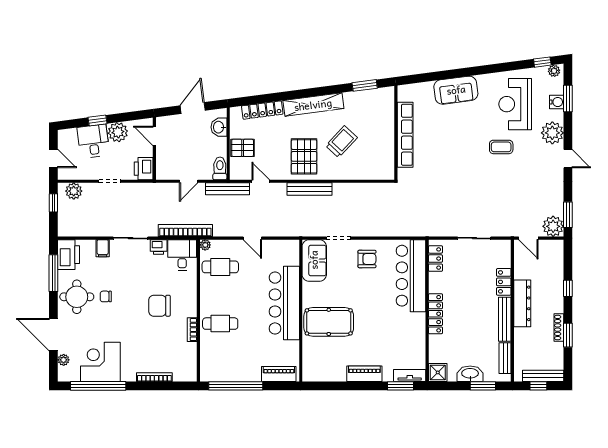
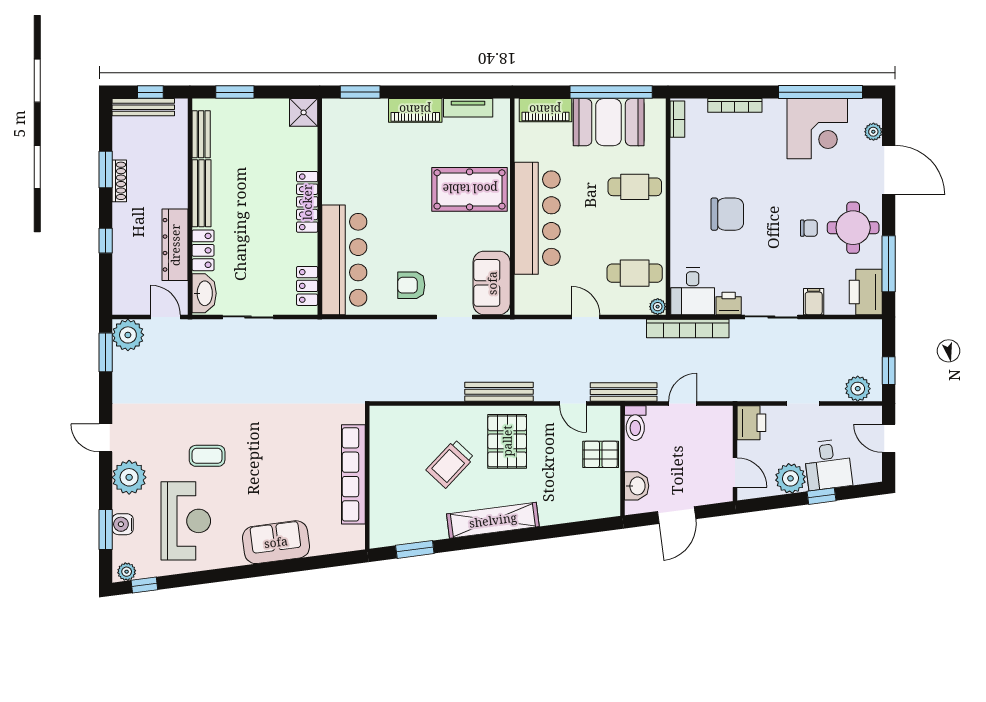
locker: (262, 110) -> (571, 512), removed
dresser: (522, 303) -> (175, 245), moved
bookcase: (192, 330) -> (677, 119), moved
booth: (237, 366) -> (609, 122), added
washbasin: (470, 374) -> (204, 293), moved, turned -90
tv unit: (410, 376) -> (468, 108), moved

